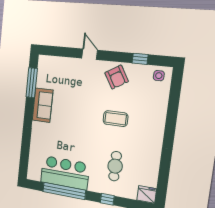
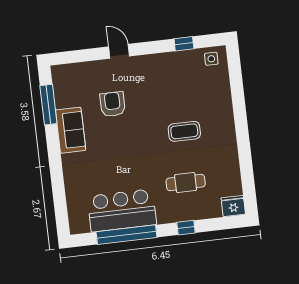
armchair: (117, 77) -> (113, 104), moved, turned -149
coffee table: (116, 119) -> (184, 131), moved
cafe table: (115, 166) -> (186, 183), turned 90

